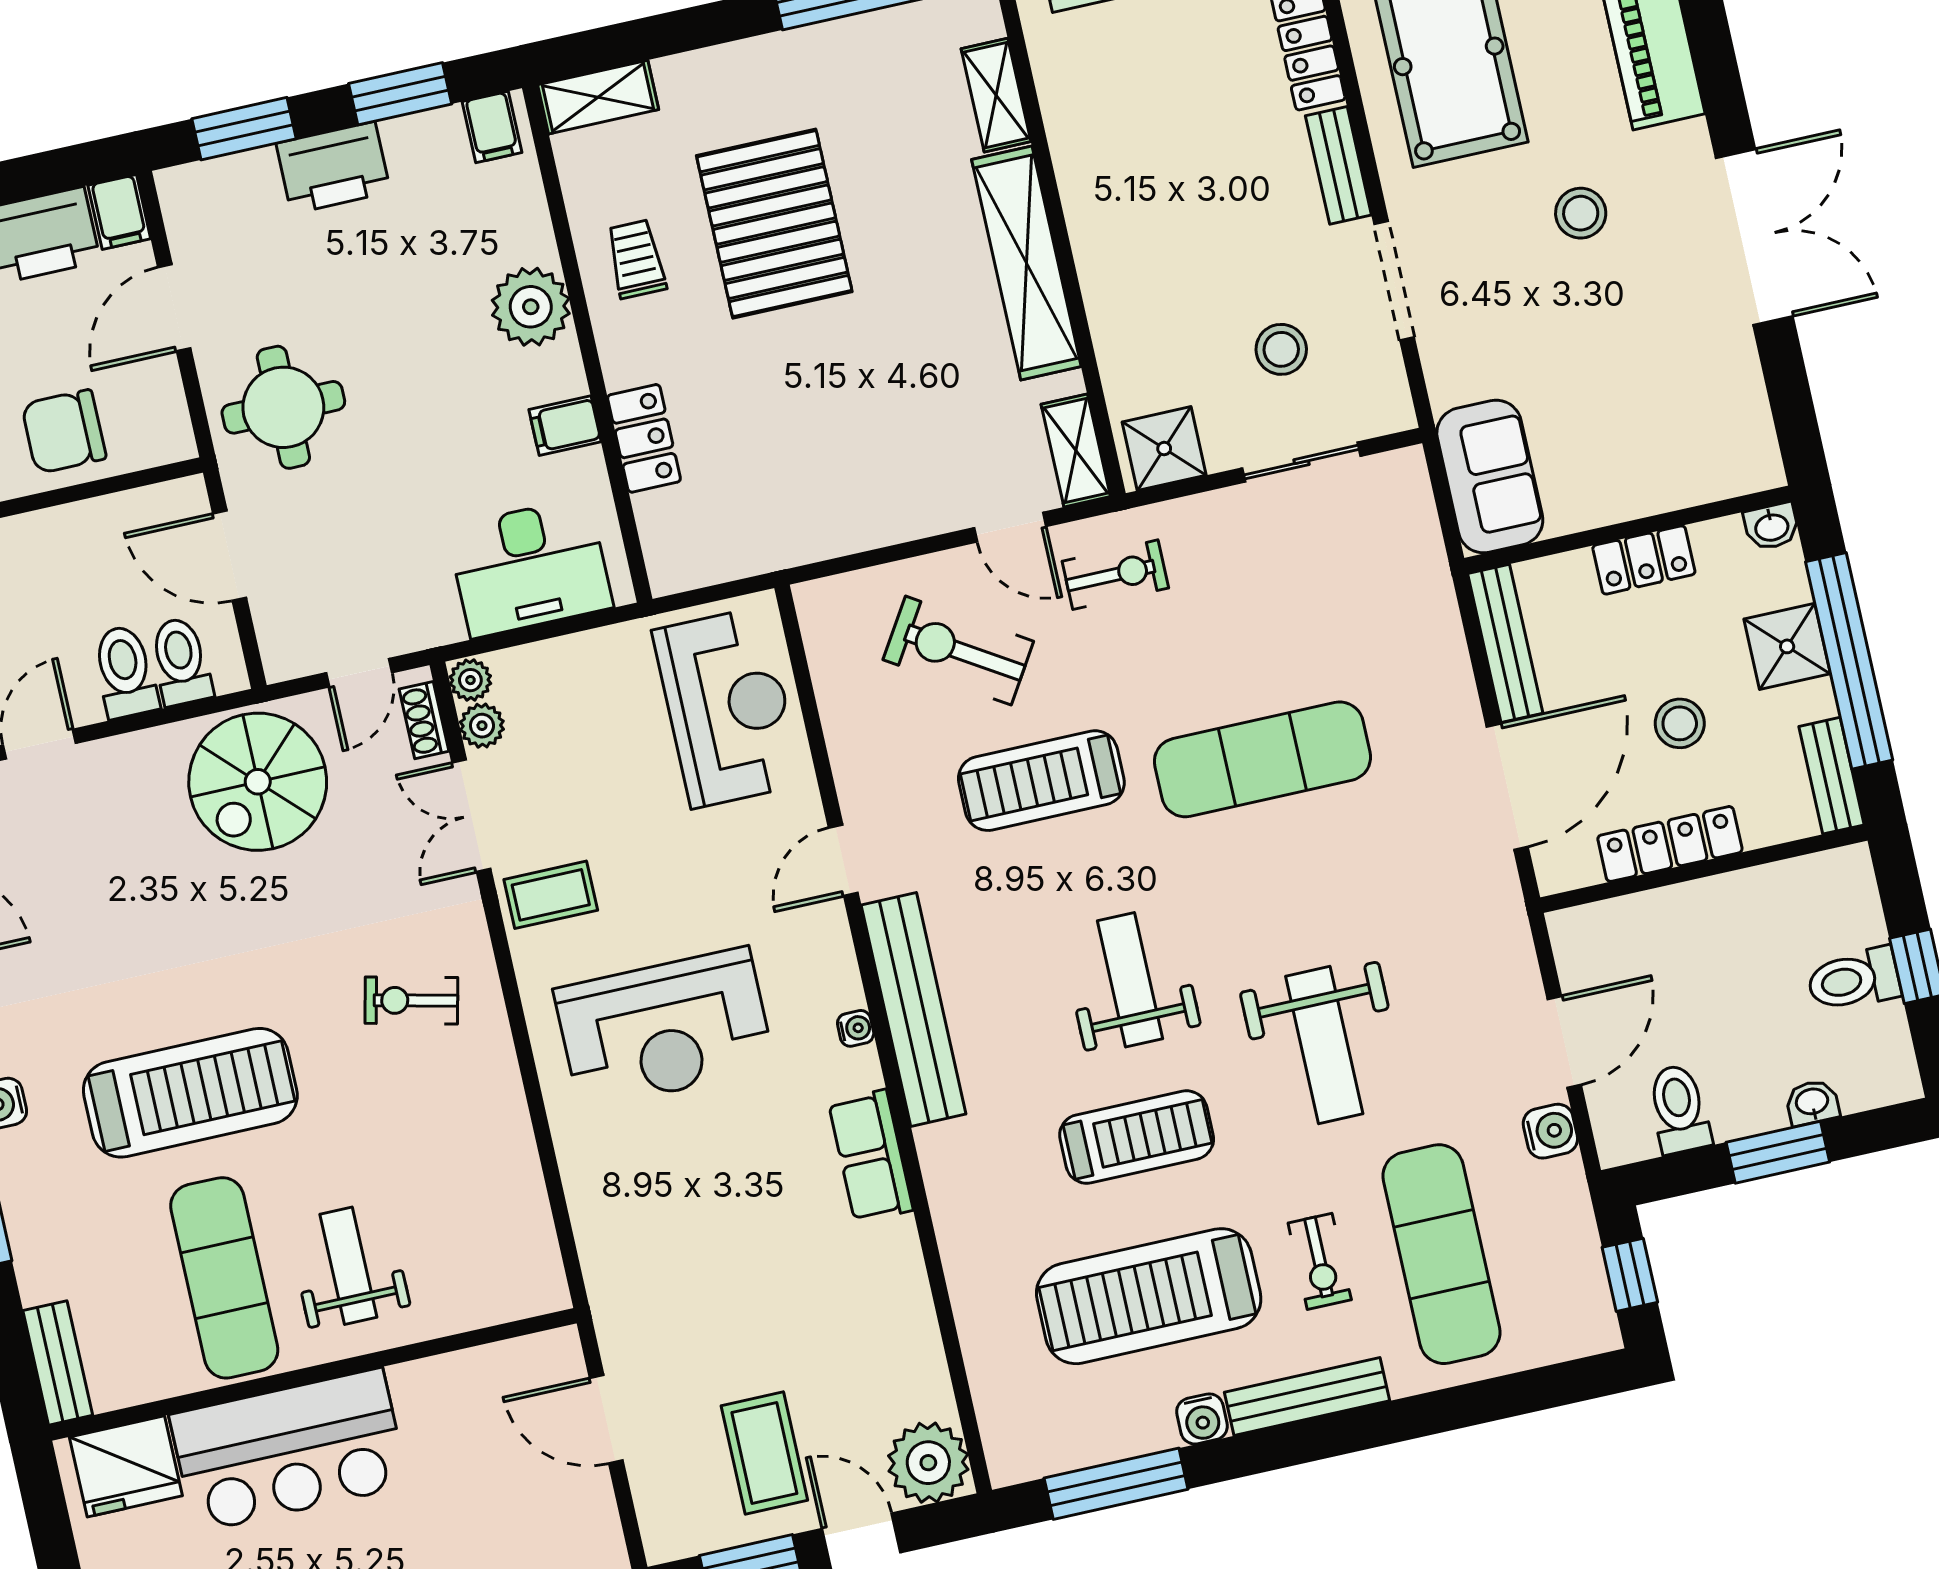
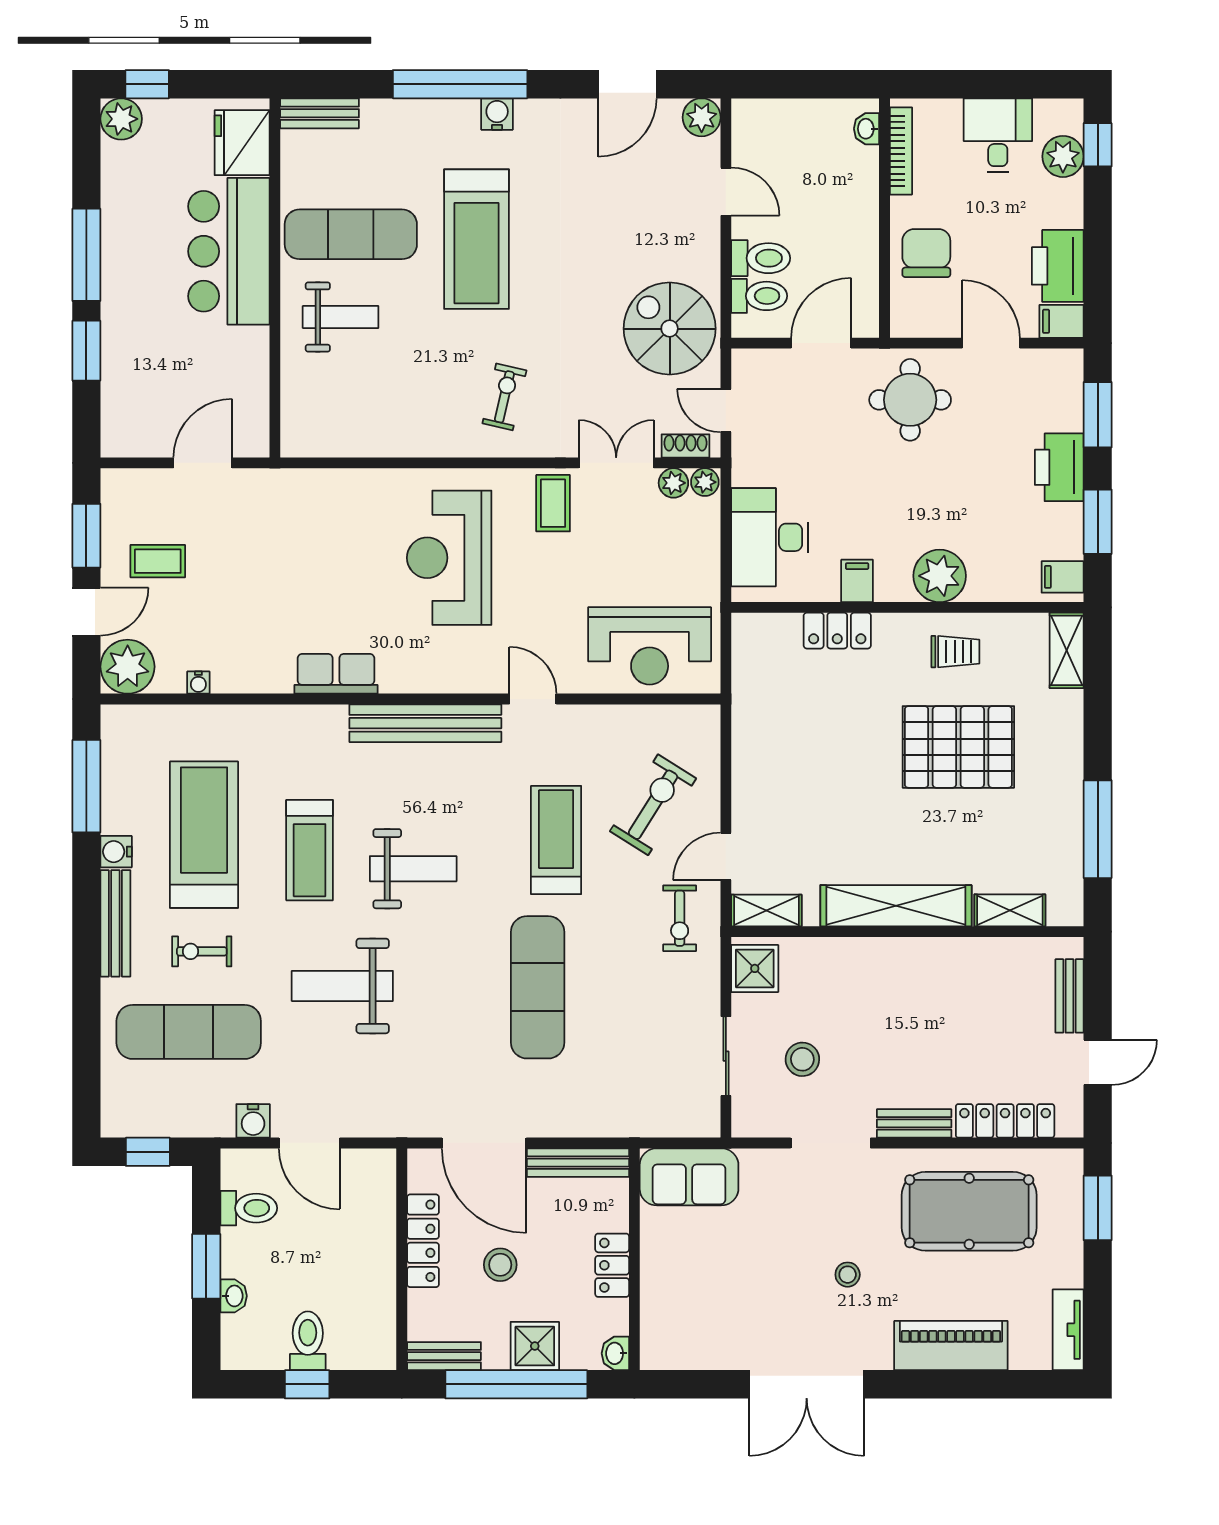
stool: (1581, 213) -> (848, 1275), width x0.73, depth x0.73
water cooler: (856, 1028) -> (198, 683), moved
coffee table: (764, 1453) -> (158, 561), width x0.73, depth x0.77

